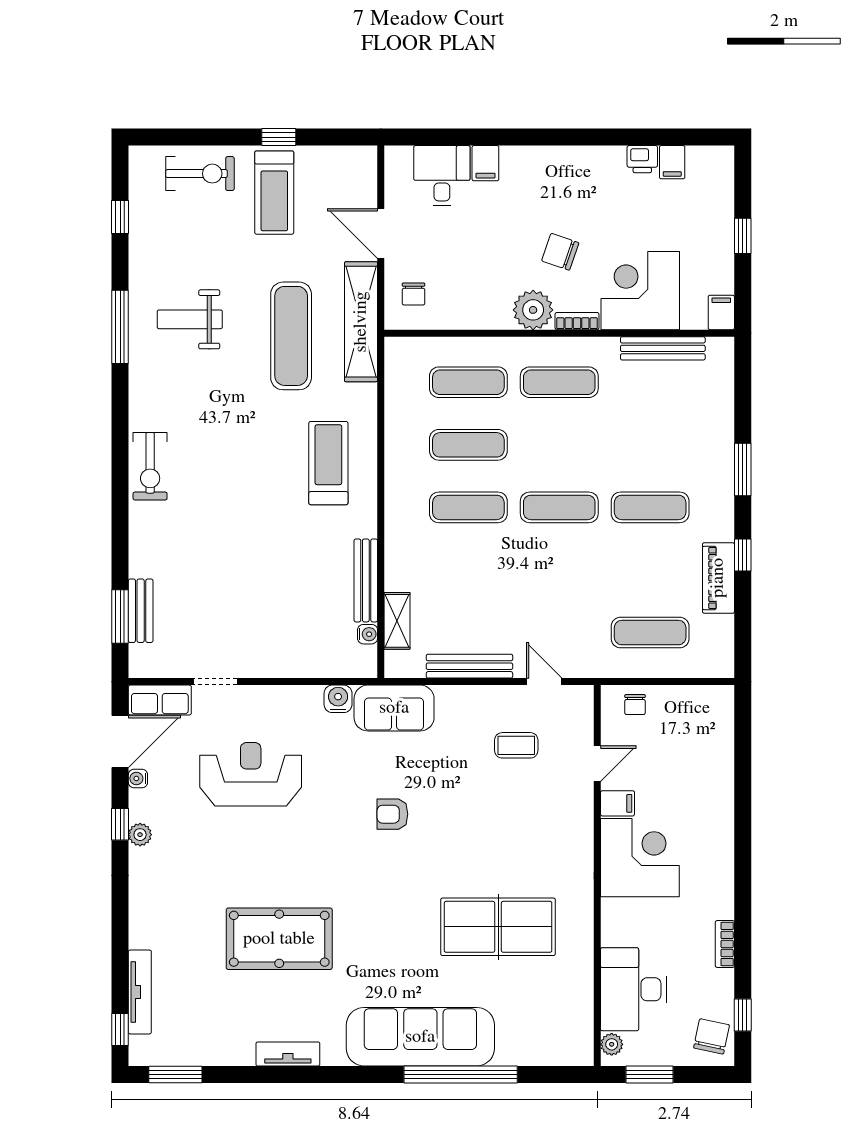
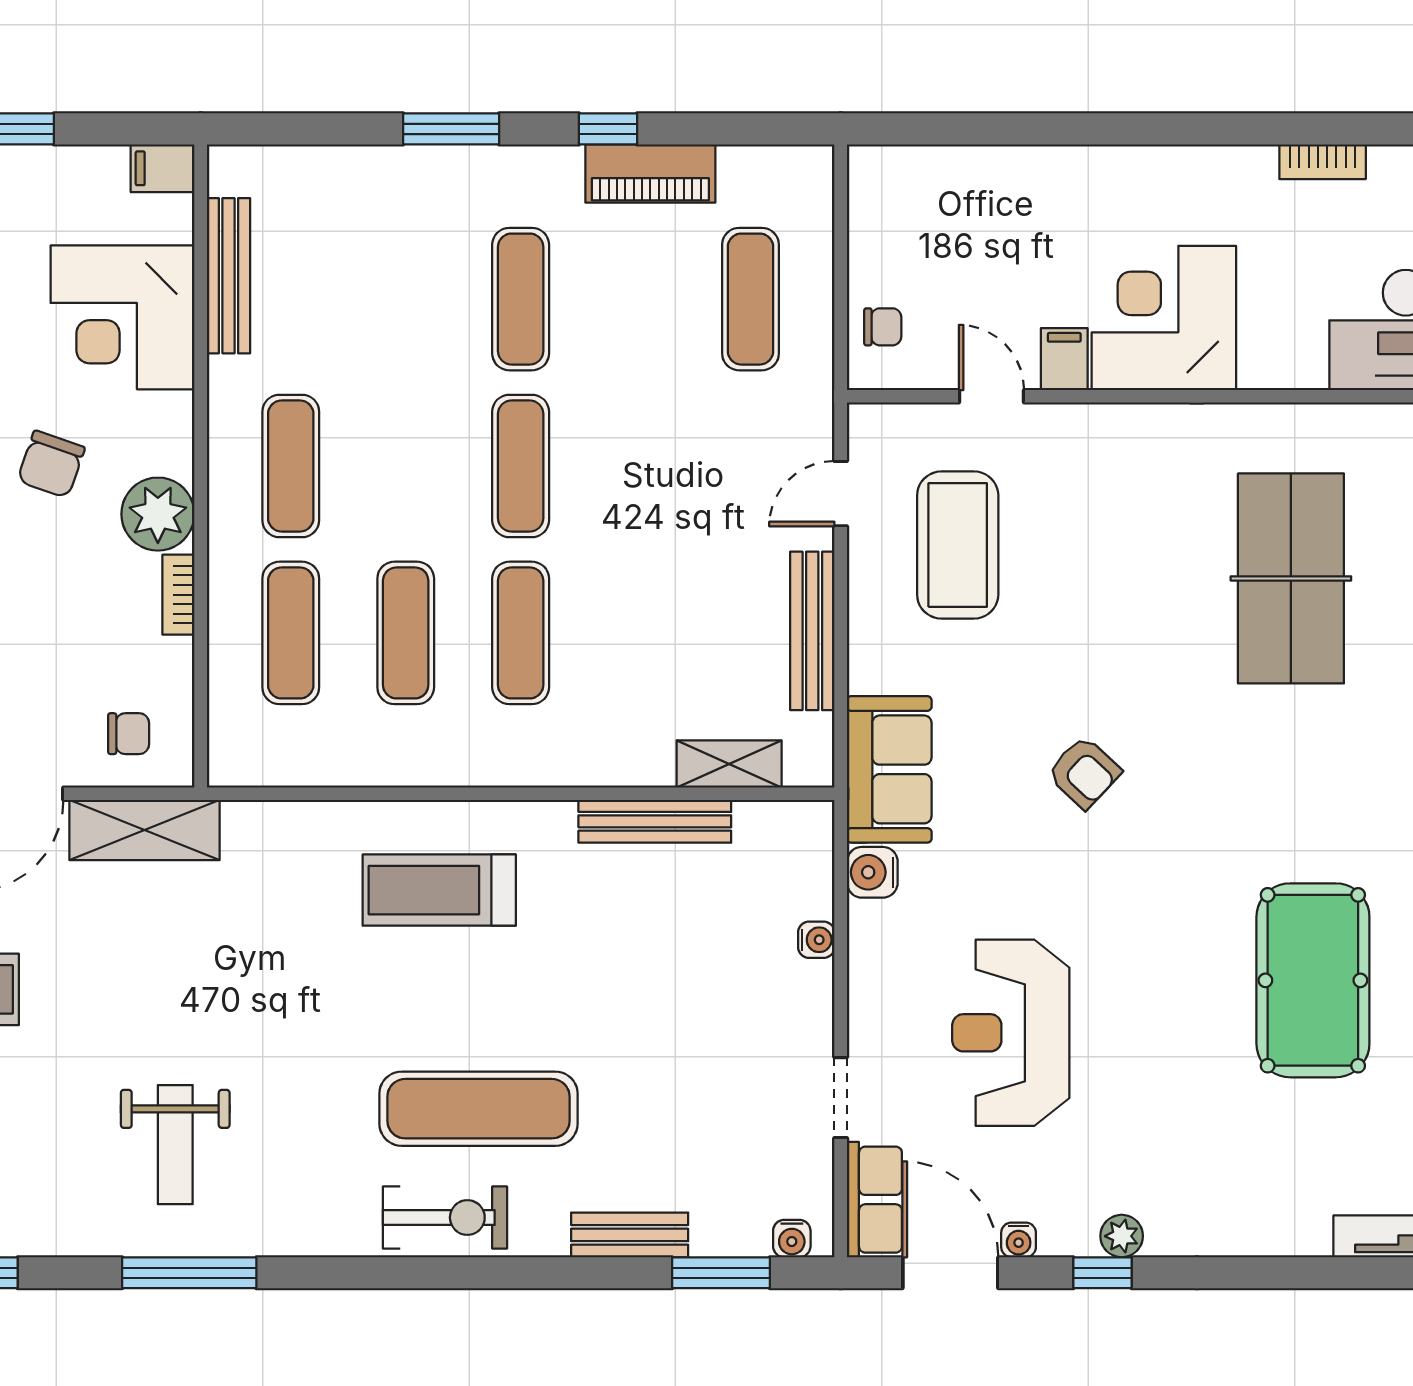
bookcase: (577, 321) -> (178, 595), moved
shelving: (361, 322) -> (145, 830), width x0.68
exercise mat: (291, 336) -> (479, 1109), moved
bench: (141, 611) -> (630, 1235), moved
water cooler: (368, 634) -> (816, 940), moved, turned 90
water cooler: (139, 655) -> (792, 1239), added
coffee table: (516, 745) -> (958, 545), width x1.86, depth x1.72
armchair: (392, 814) -> (1084, 772), turned -47

